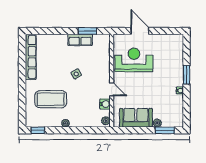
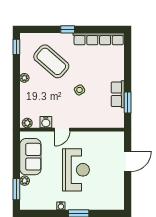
reception desk: (134, 60) -> (76, 170), moved
window: (22, 85) -> (68, 29), added
coffee table: (51, 99) -> (51, 61), turned -49

